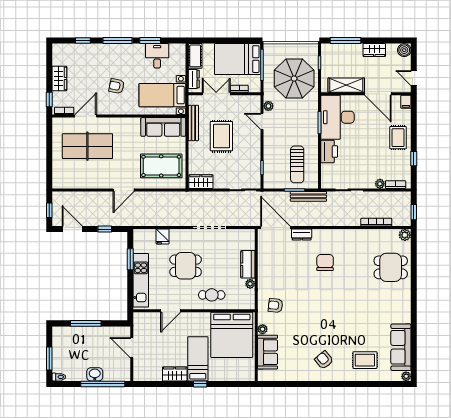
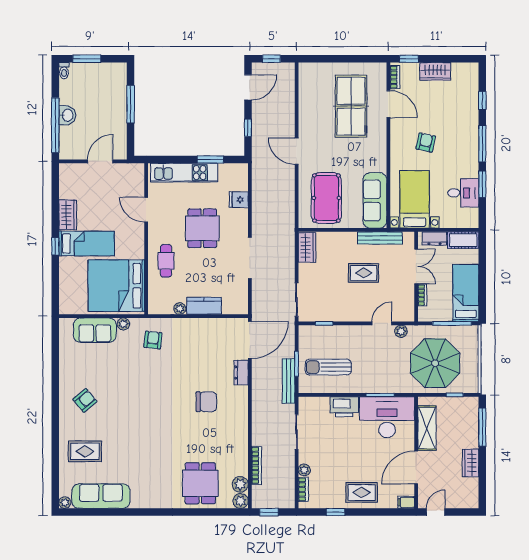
boiler: (404, 50) -> (470, 500), removed
bed: (238, 59) -> (466, 293), width x0.67
rug: (221, 136) -> (364, 273), width x0.73, depth x0.70
plant: (391, 235) -> (240, 484), added
rug: (365, 360) -> (85, 451), turned 90

